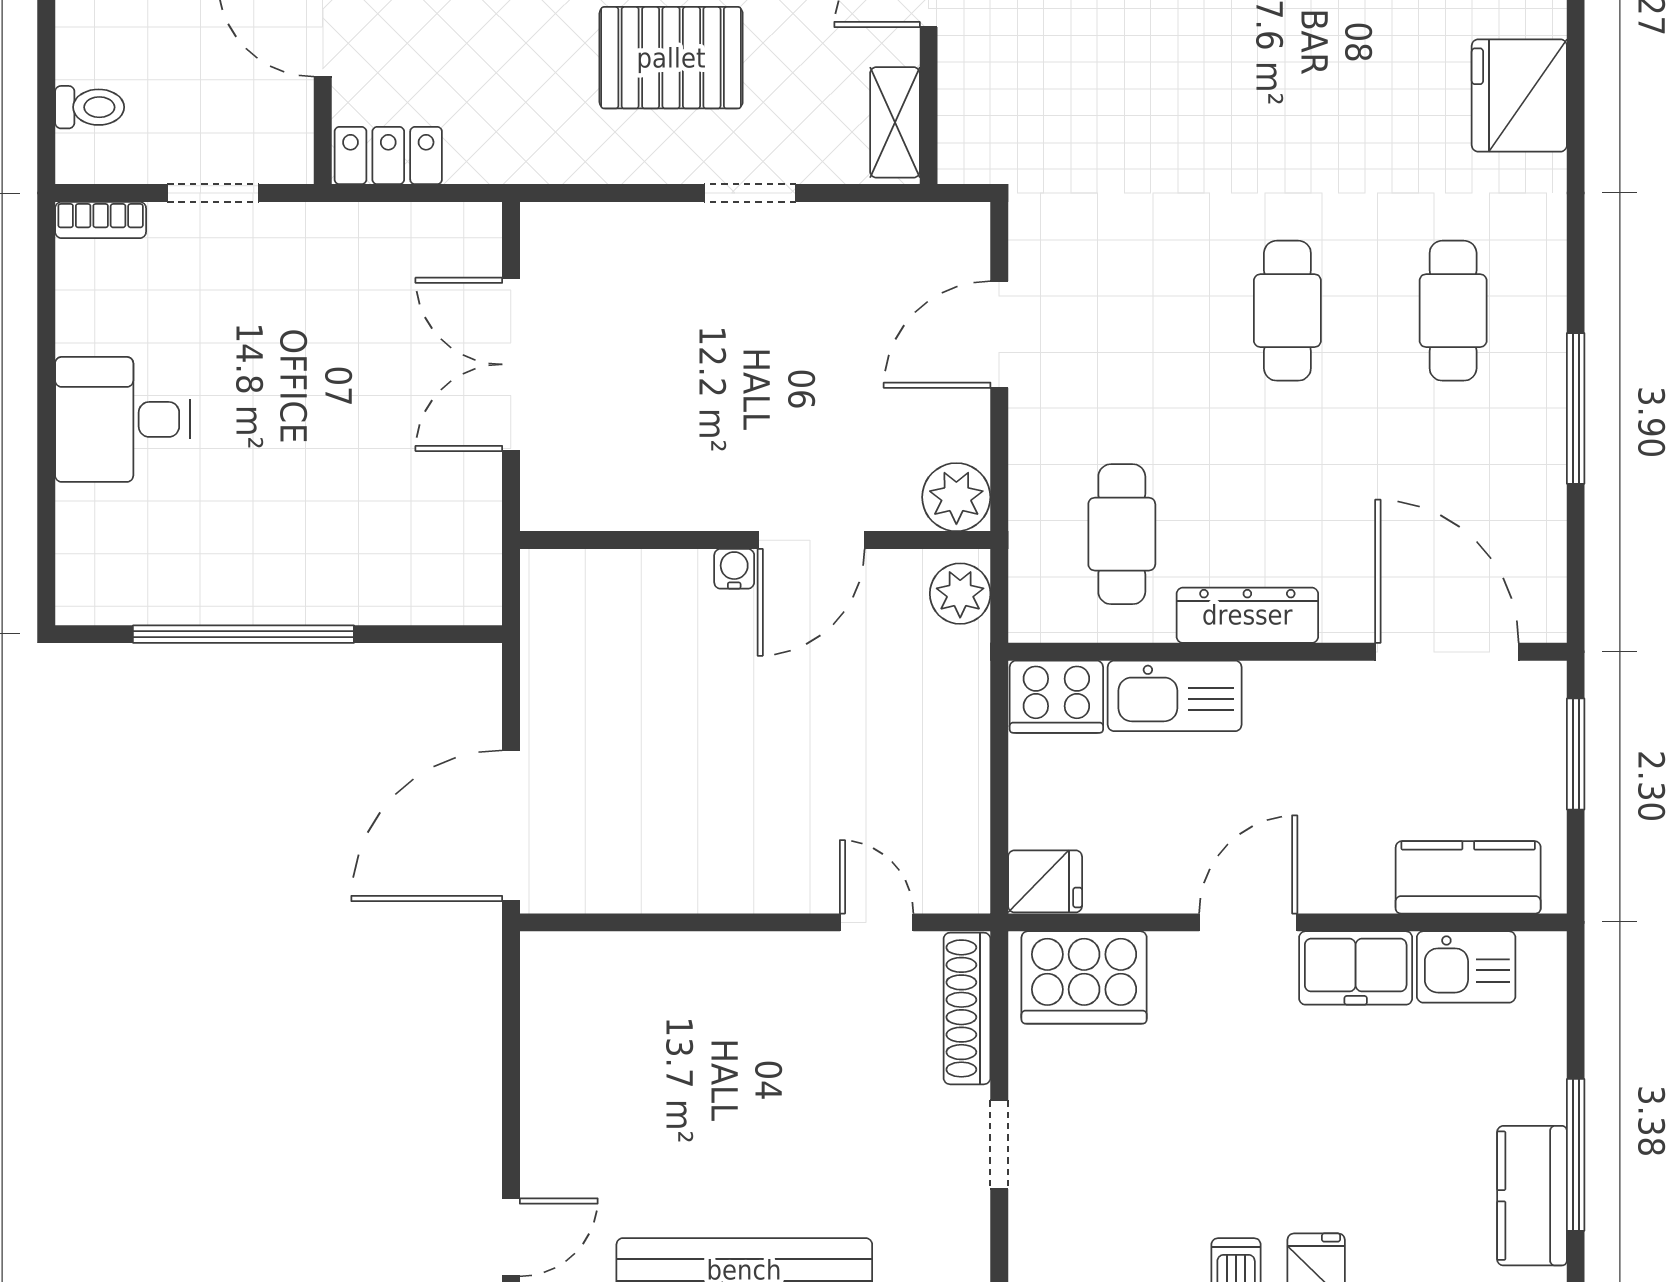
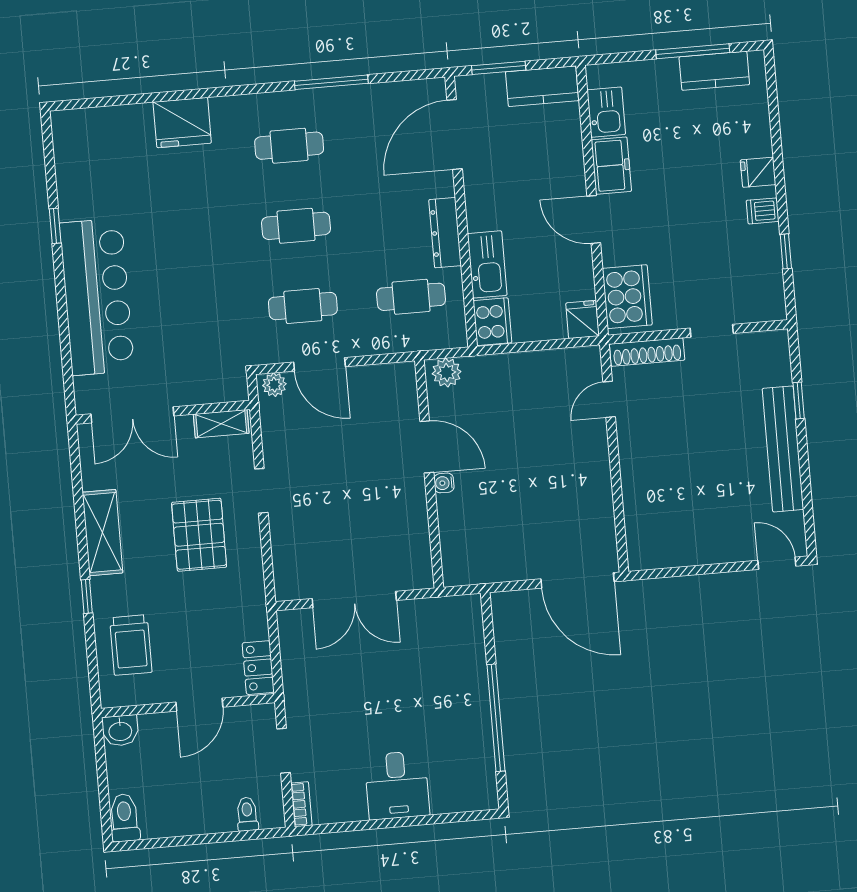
cafe table: (1122, 311) -> (303, 306), added
plant: (956, 497) -> (274, 385), moved, width x0.73, depth x0.73
kitchen counter: (1468, 877) -> (542, 86), moved, turned -90

